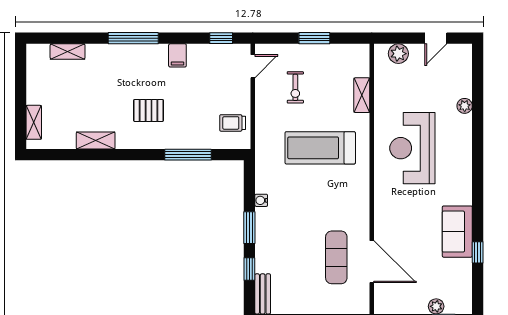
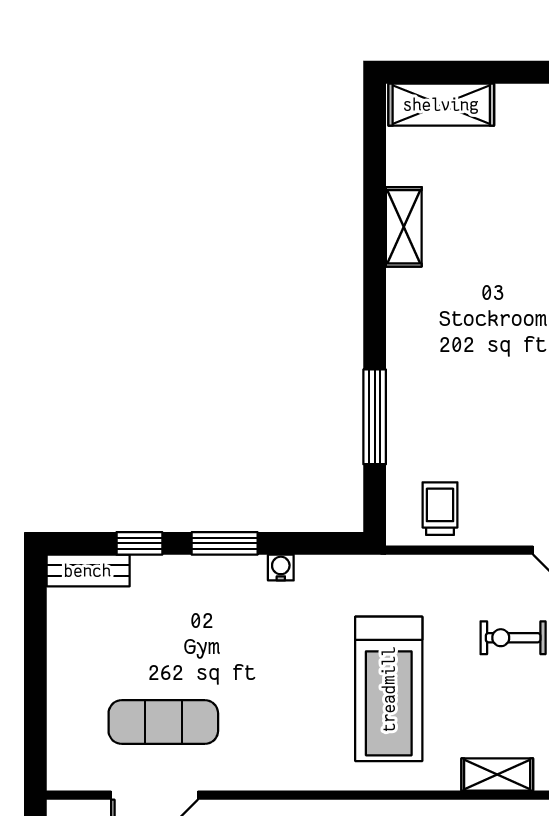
pallet: (149, 110) -> (466, 336), removed
shelving: (34, 122) -> (441, 105), width x1.50, depth x1.33
treadmill: (320, 148) -> (389, 689), turned 180

